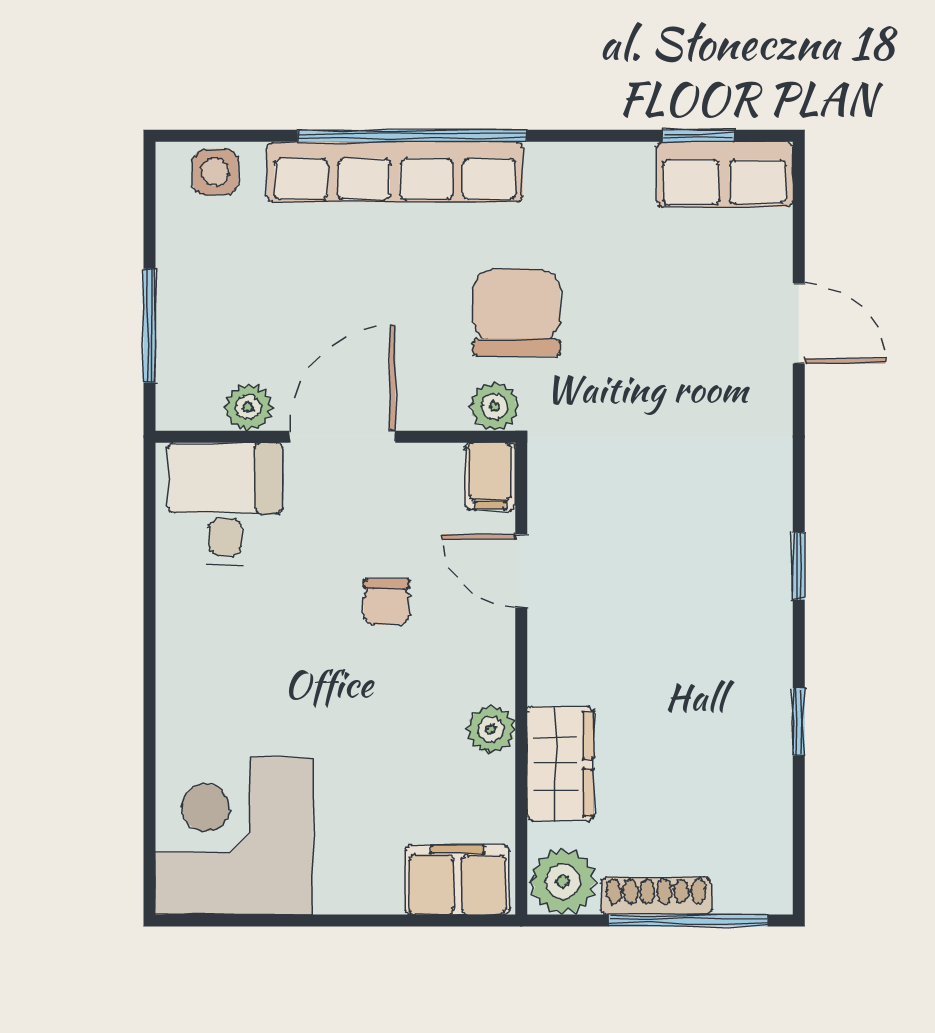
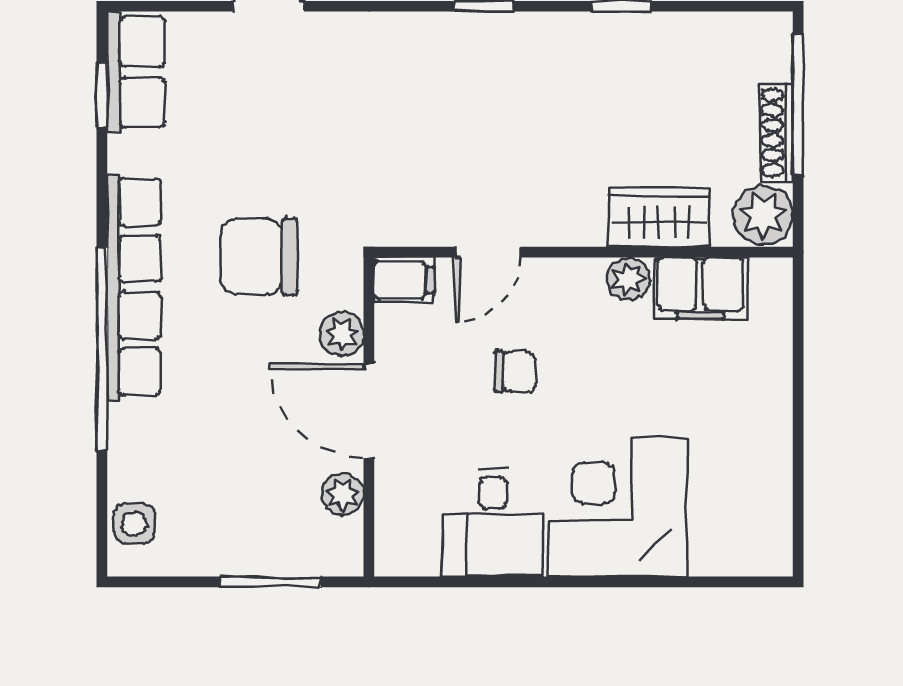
row of seats: (395, 172) -> (134, 287), moved
plant: (494, 406) -> (342, 334), moved
desk: (225, 504) -> (493, 522), moved, turned -90
corner desk: (234, 836) -> (617, 507), moved, turned 90
filing cabinet: (457, 880) -> (700, 288), moved, turned -90

